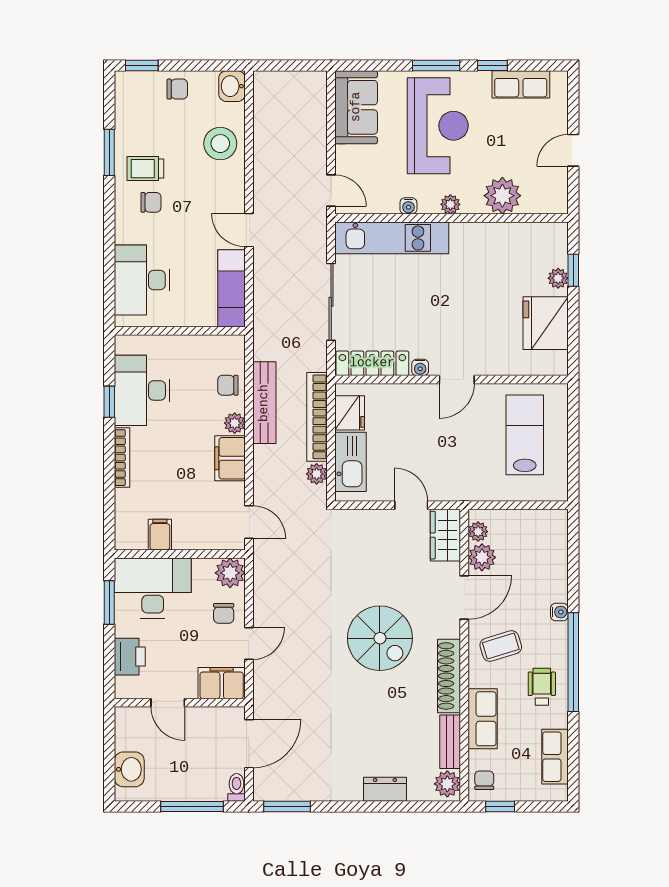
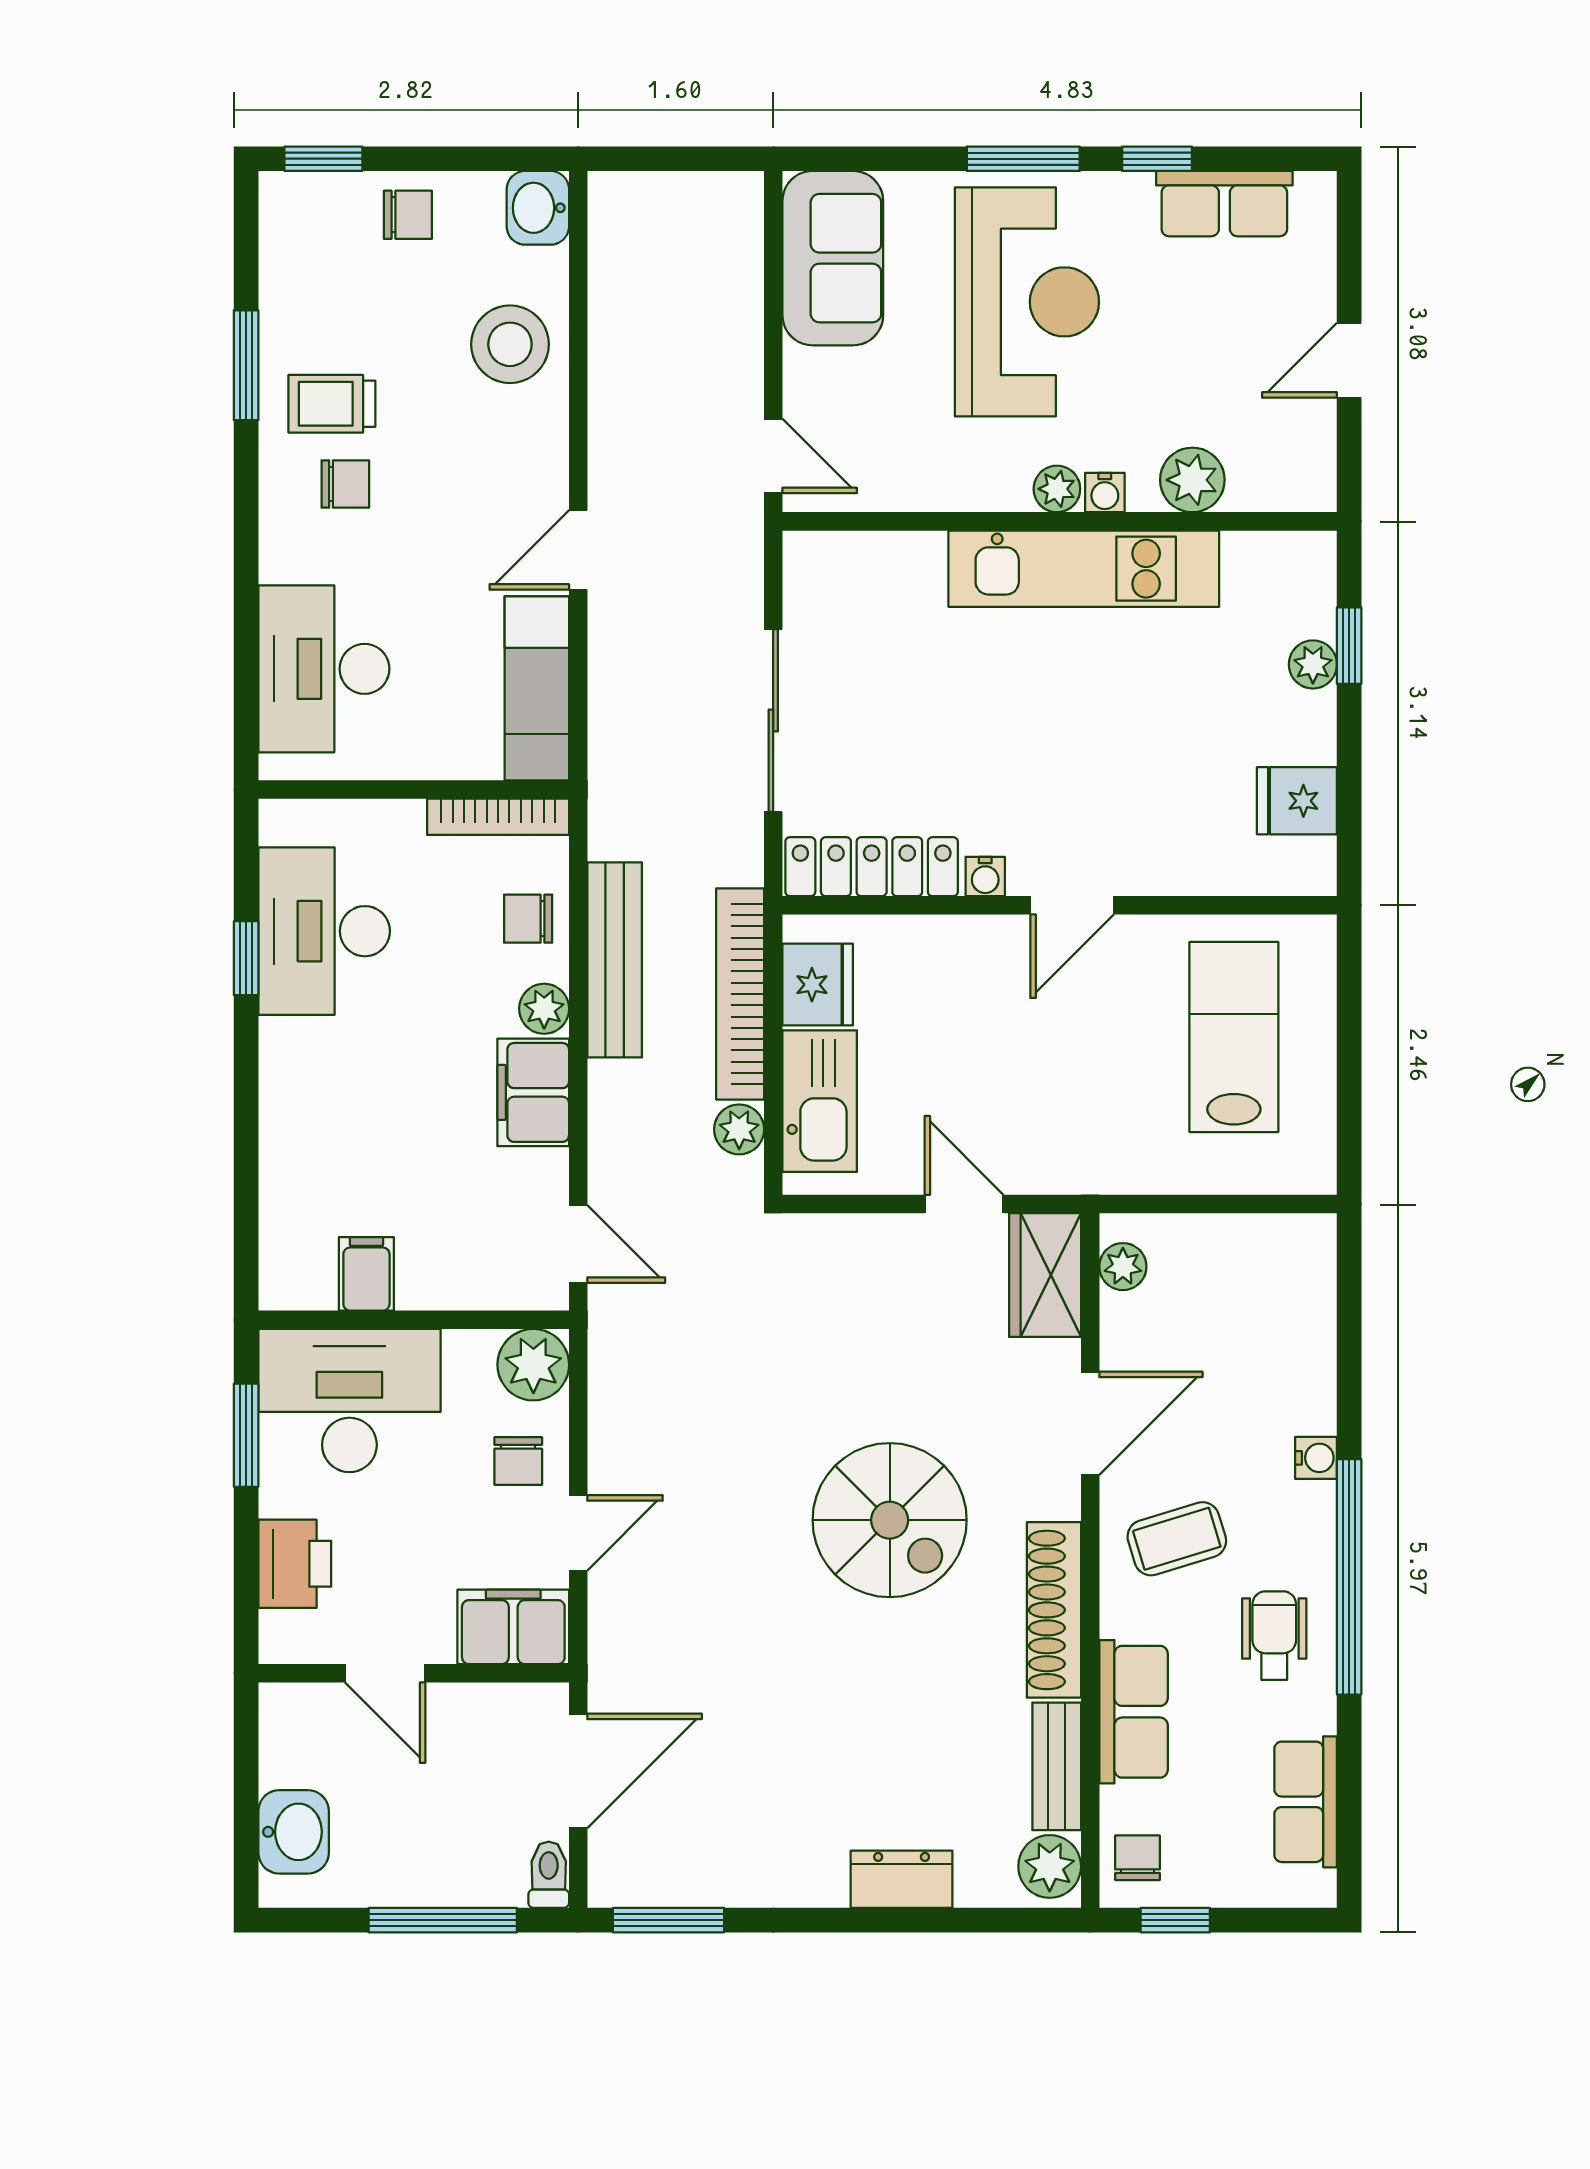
plant: (502, 196) -> (1192, 480), width x0.73, depth x0.73
water cooler: (408, 206) -> (1105, 493), moved
door: (249, 230) -> (578, 550), hinge flipped
kitchen unit: (392, 238) -> (1084, 569), moved
fridge: (546, 323) -> (1297, 801), width x0.53, depth x0.75
bookcase: (122, 458) -> (498, 817), moved, turned 90
plant: (482, 557) -> (1132, 1328), removed

